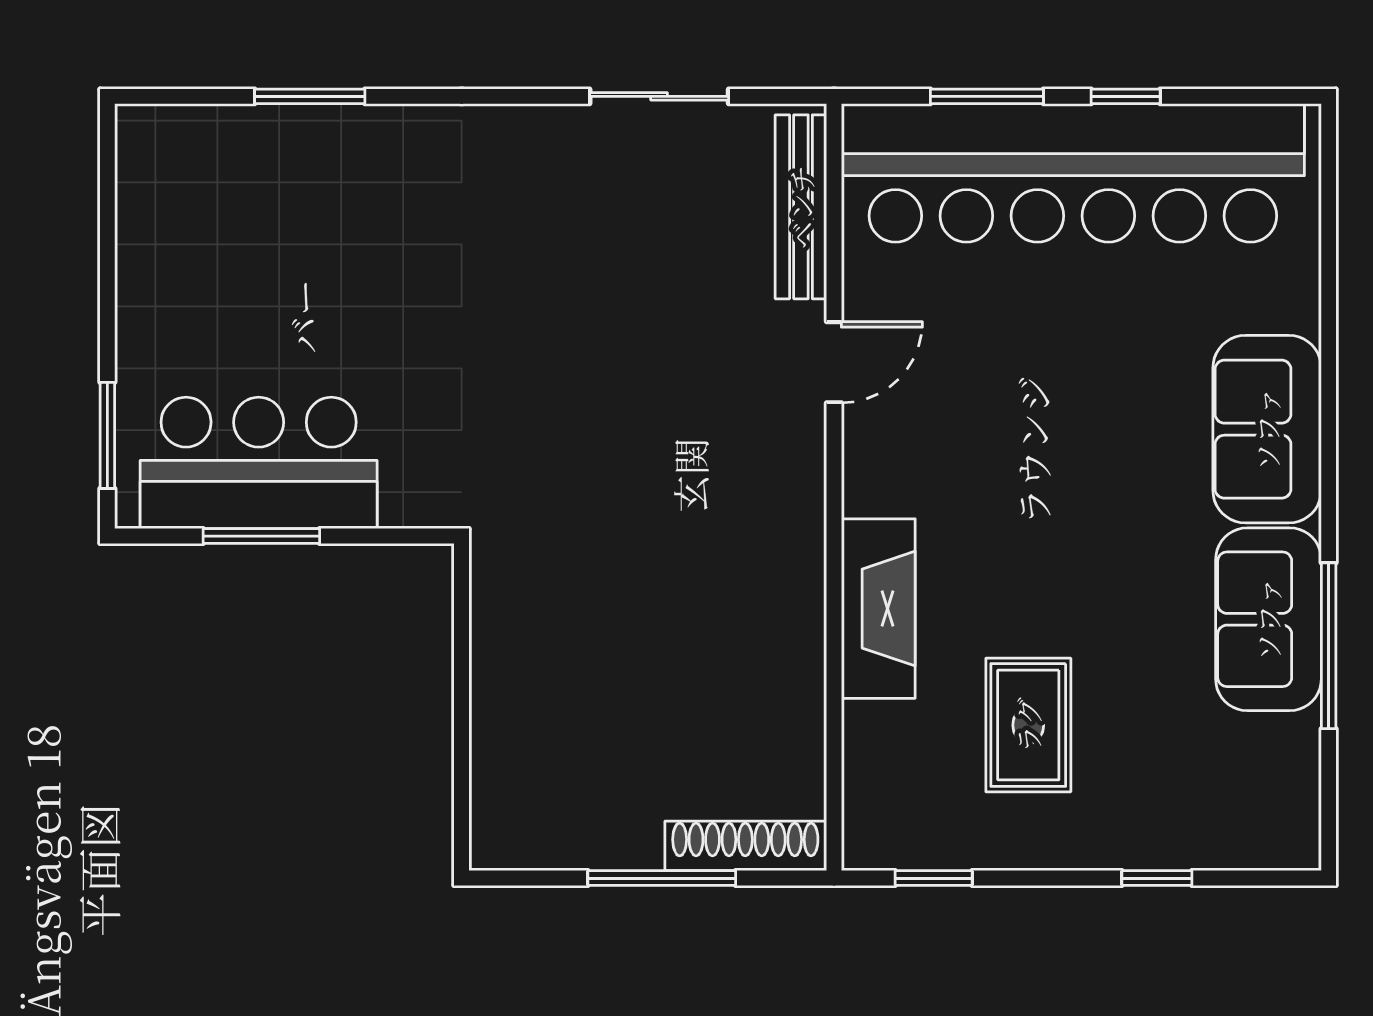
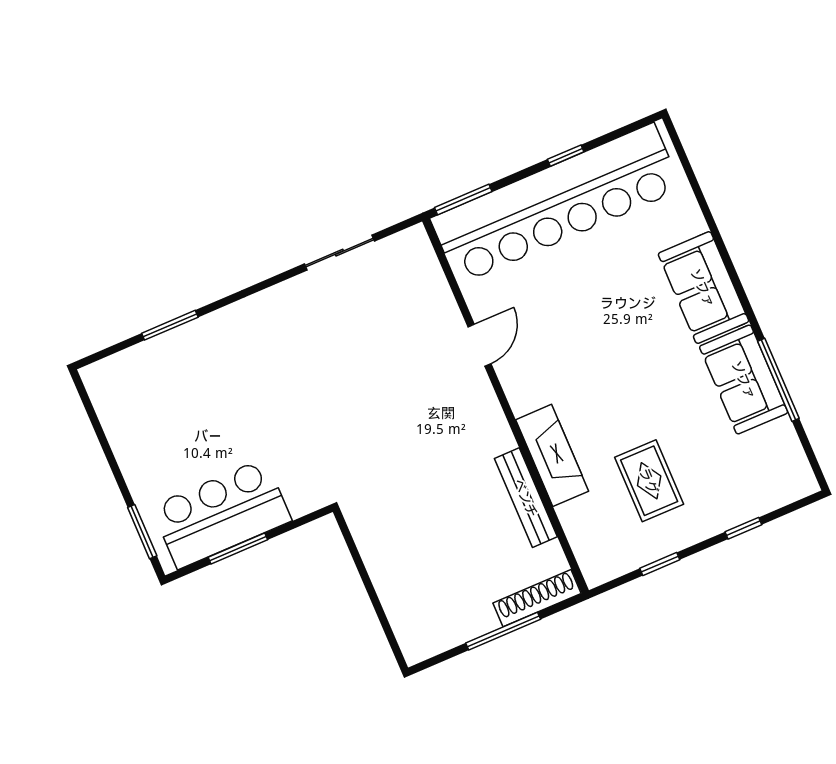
window: (987, 96) -> (463, 199), moved
bench: (801, 207) -> (526, 498), moved
window: (934, 878) -> (660, 564), moved

